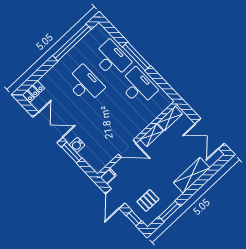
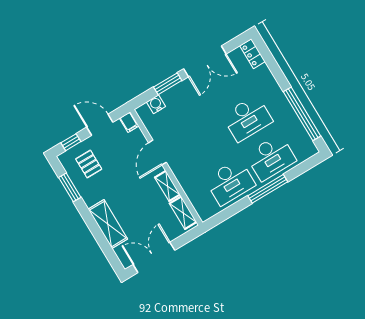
water cooler: (77, 145) -> (156, 104), moved

